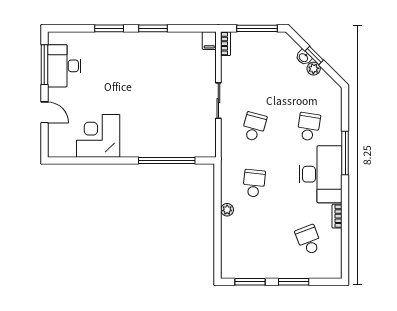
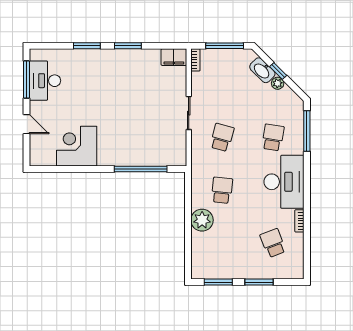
filing cabinet: (209, 41) -> (174, 57), width x2.00
washbasin: (304, 57) -> (262, 70), width x1.91, depth x1.45
window: (345, 153) -> (307, 131), moved
plant: (227, 210) -> (202, 220), width x1.88, depth x1.88

